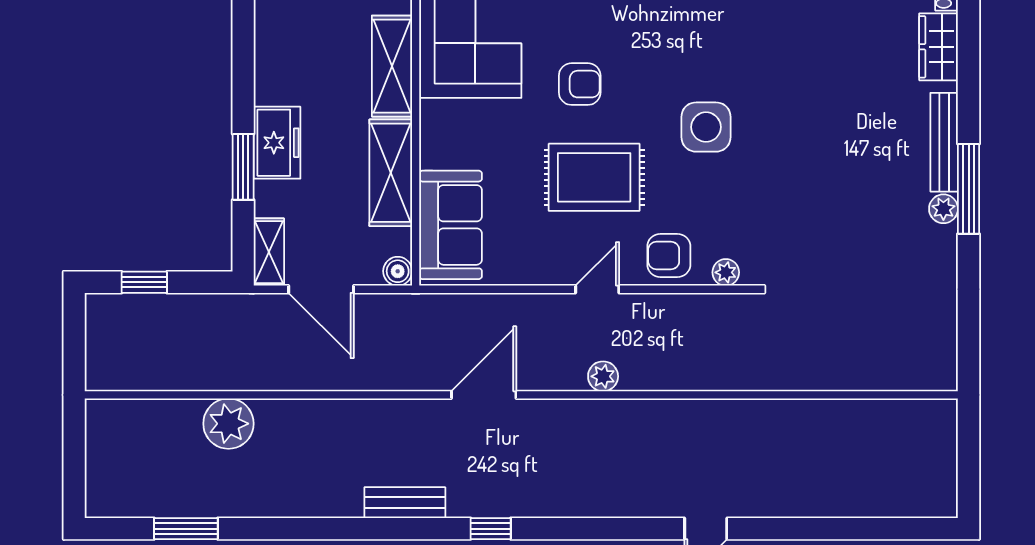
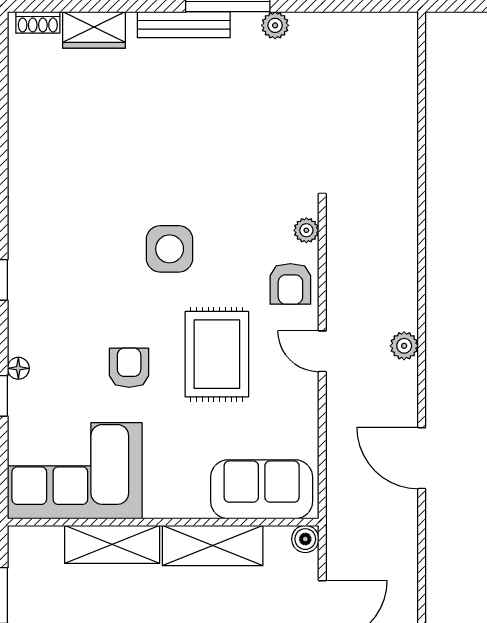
plant: (943, 209) -> (275, 25), moved

